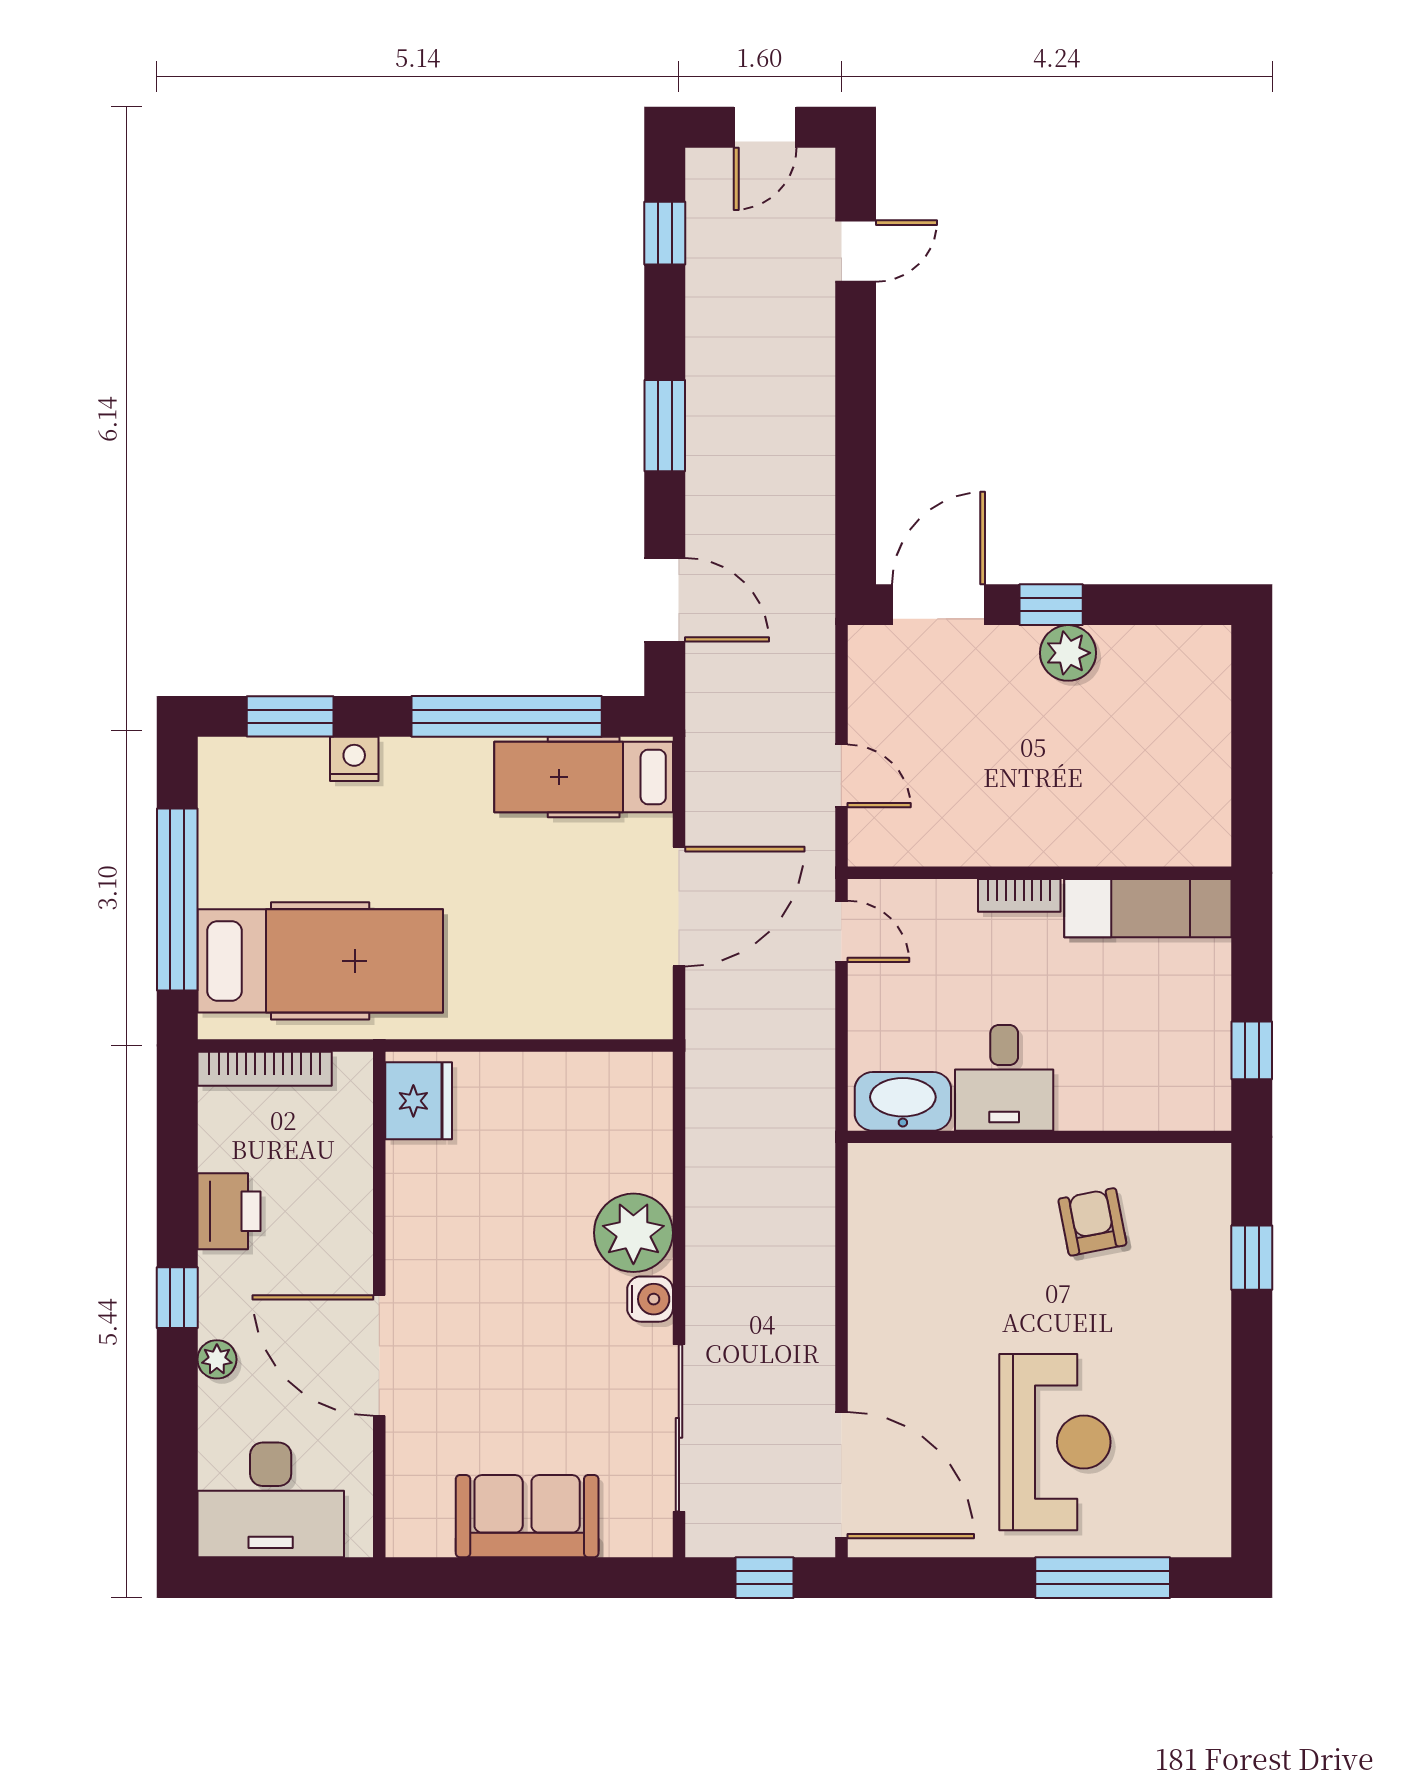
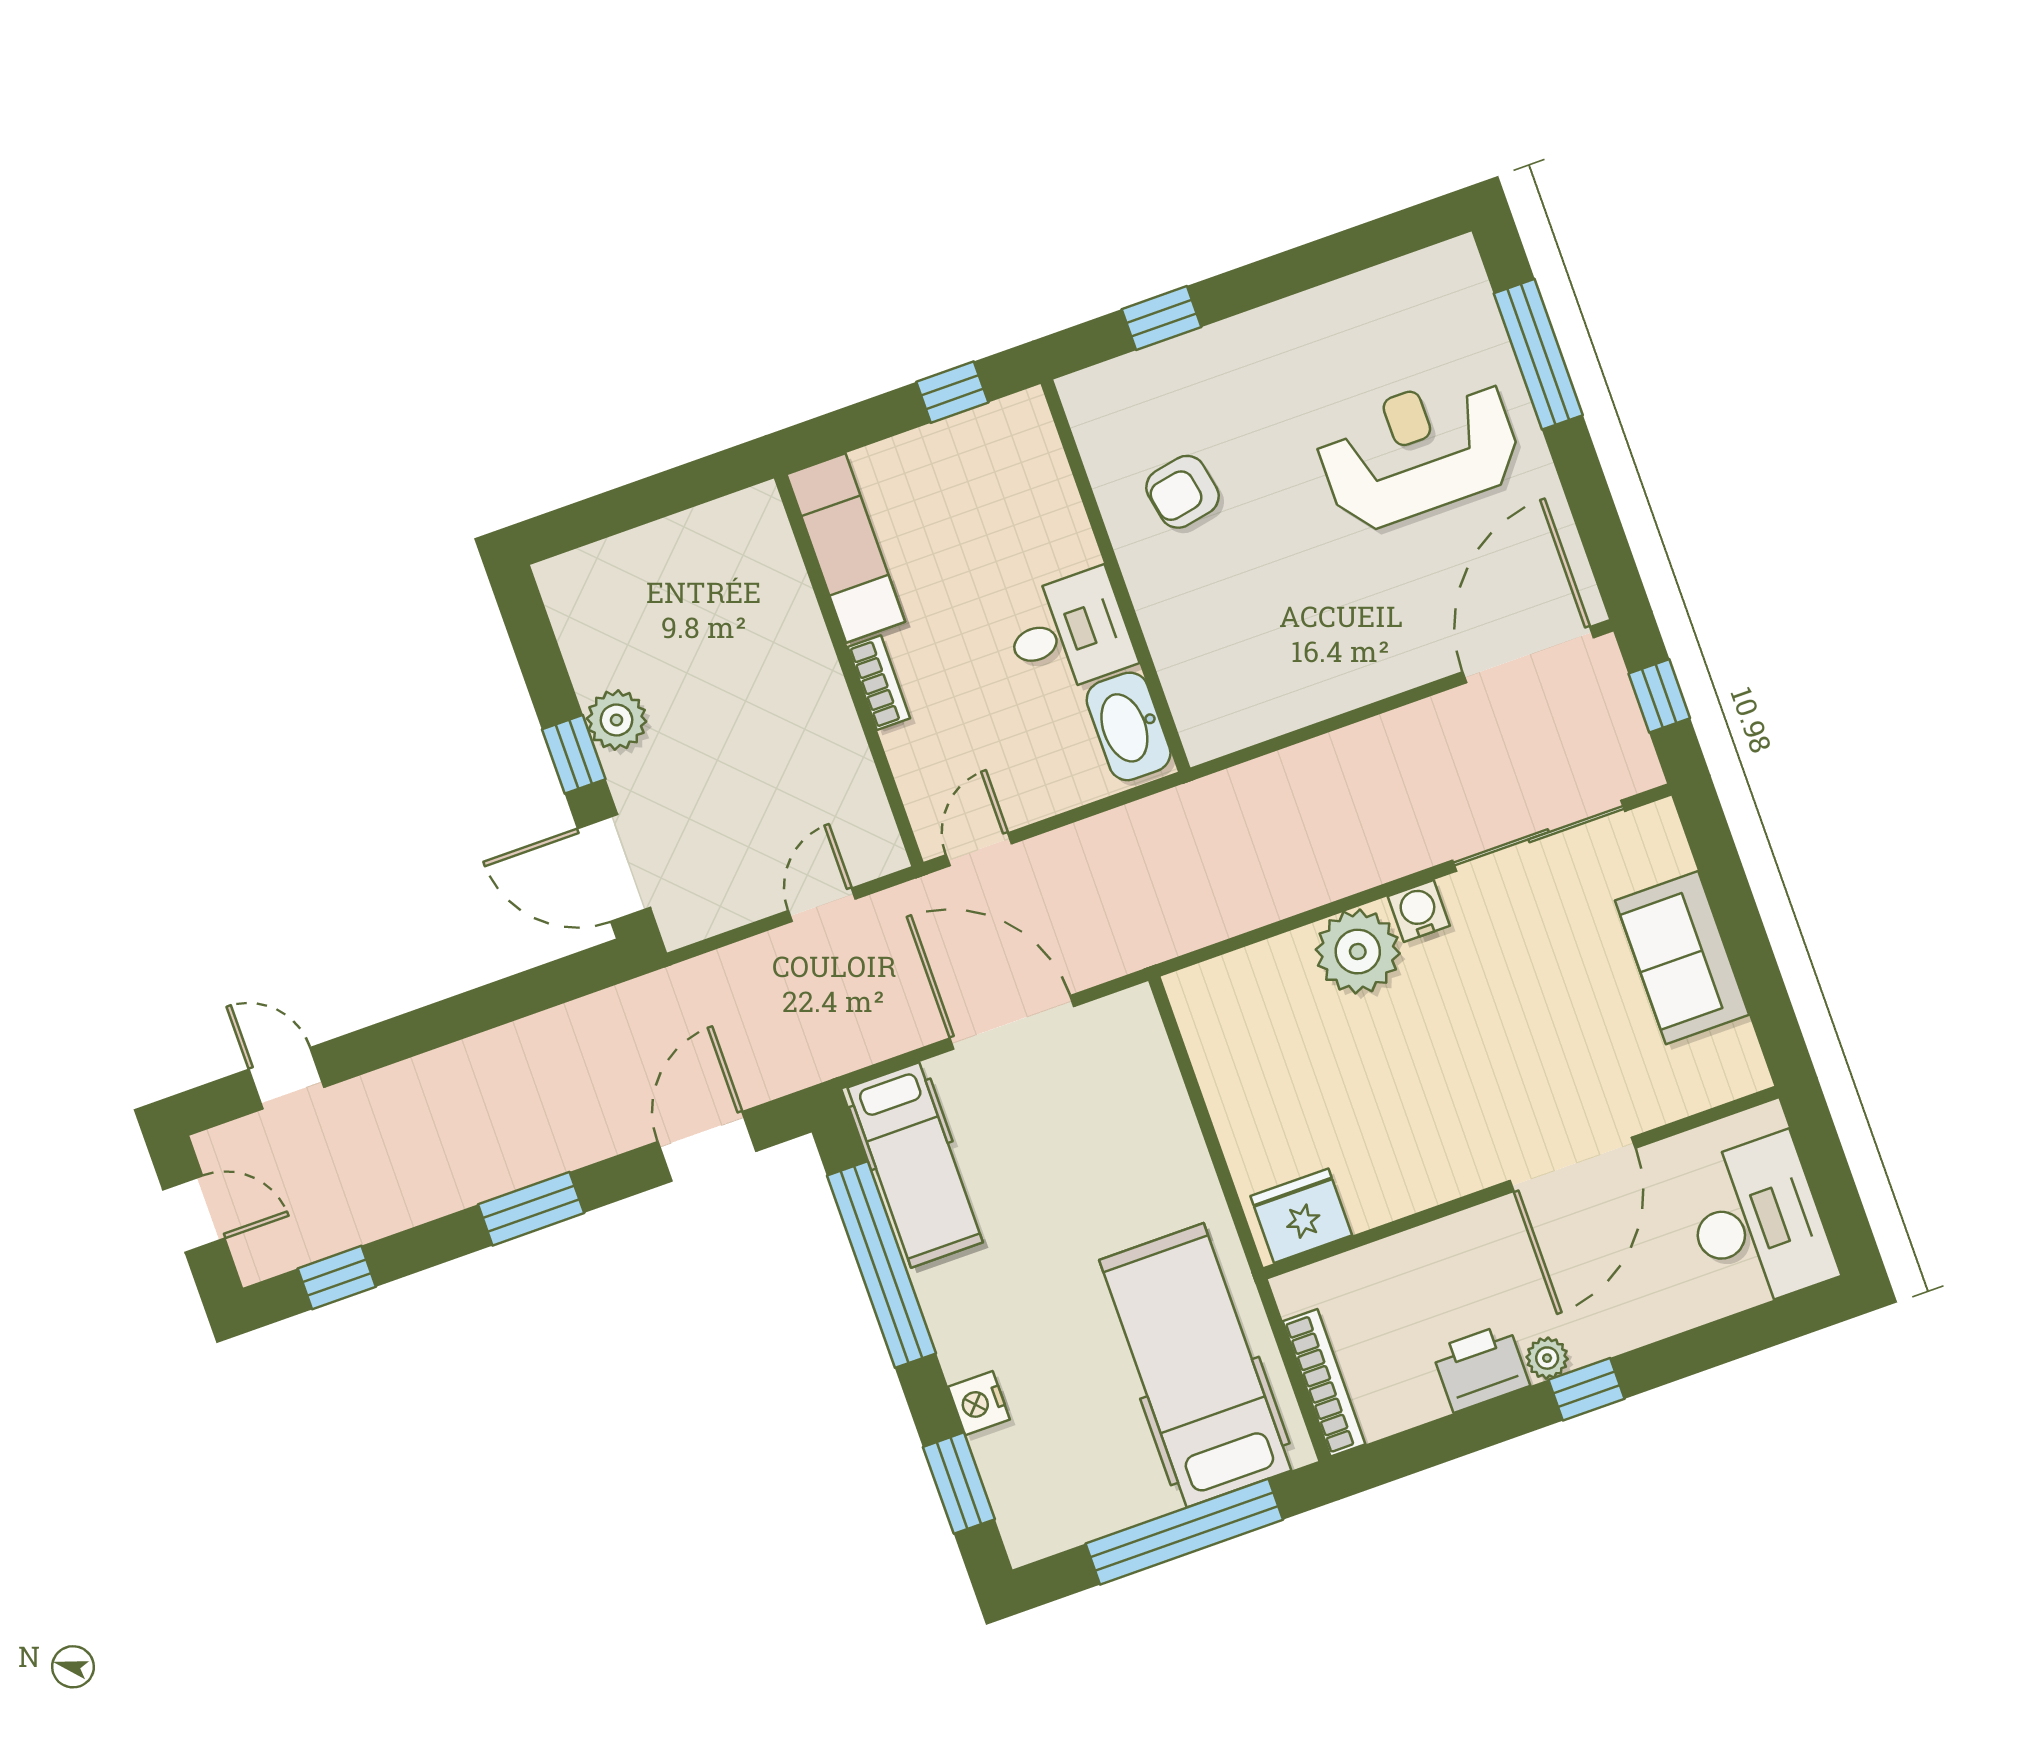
plant: (217, 1359) -> (1547, 1358), moved

